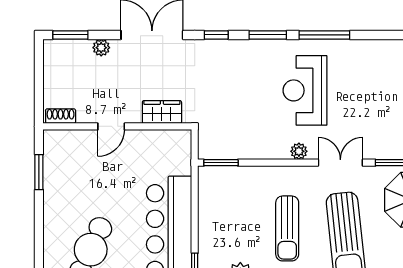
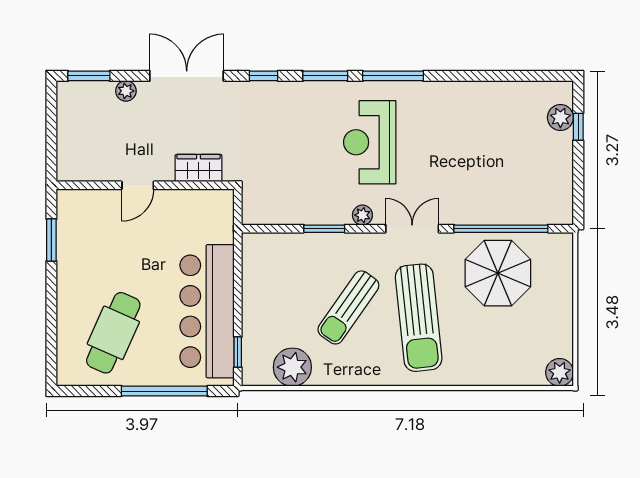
shoe rack: (61, 116) -> (77, 173), removed
window: (221, 163) -> (324, 229), moved
sun lounger: (287, 228) -> (348, 307), turned 35

